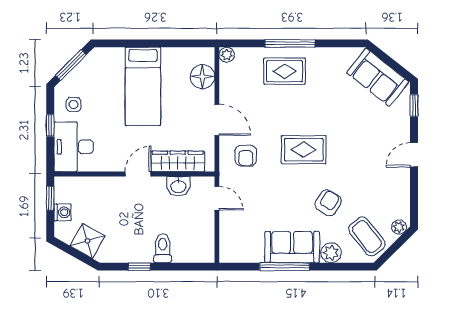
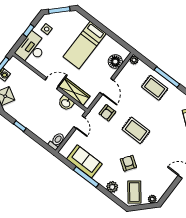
armchair: (328, 203) -> (128, 163), turned -87
sofa: (292, 247) -> (84, 161), moved
toilet: (163, 248) -> (57, 141), moved

